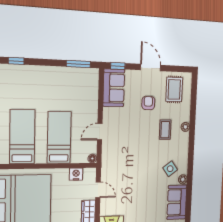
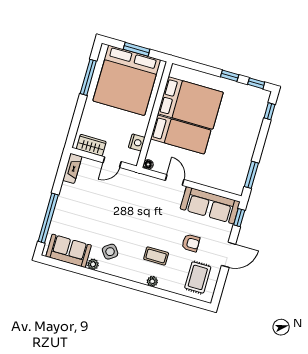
sofa: (114, 88) -> (210, 205), width x1.36
rug: (174, 89) -> (198, 277), turned 90
bed: (22, 137) -> (190, 103), width x1.50

